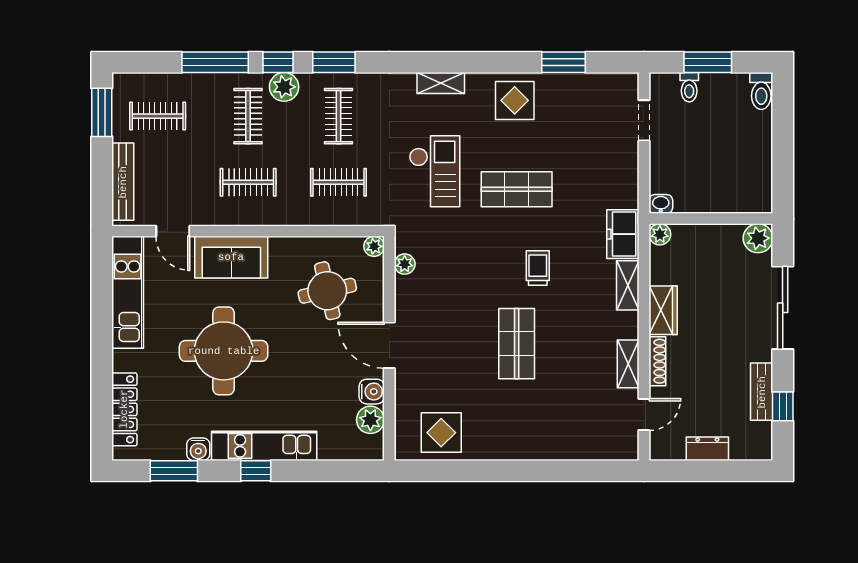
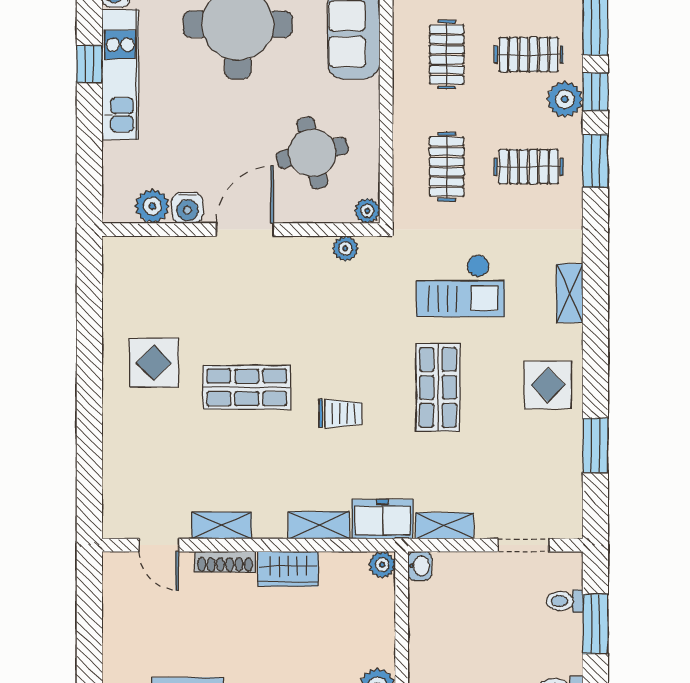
shelving: (628, 184) -> (445, 526), added
display table: (441, 433) -> (154, 363), moved
dresser: (707, 449) -> (116, 624), removed

